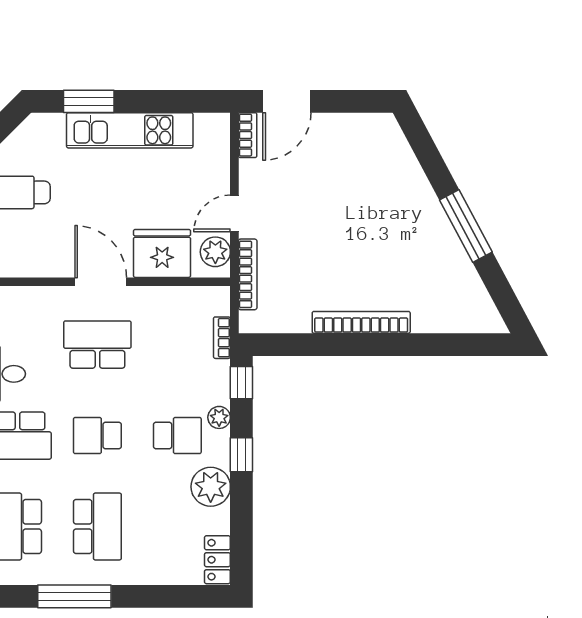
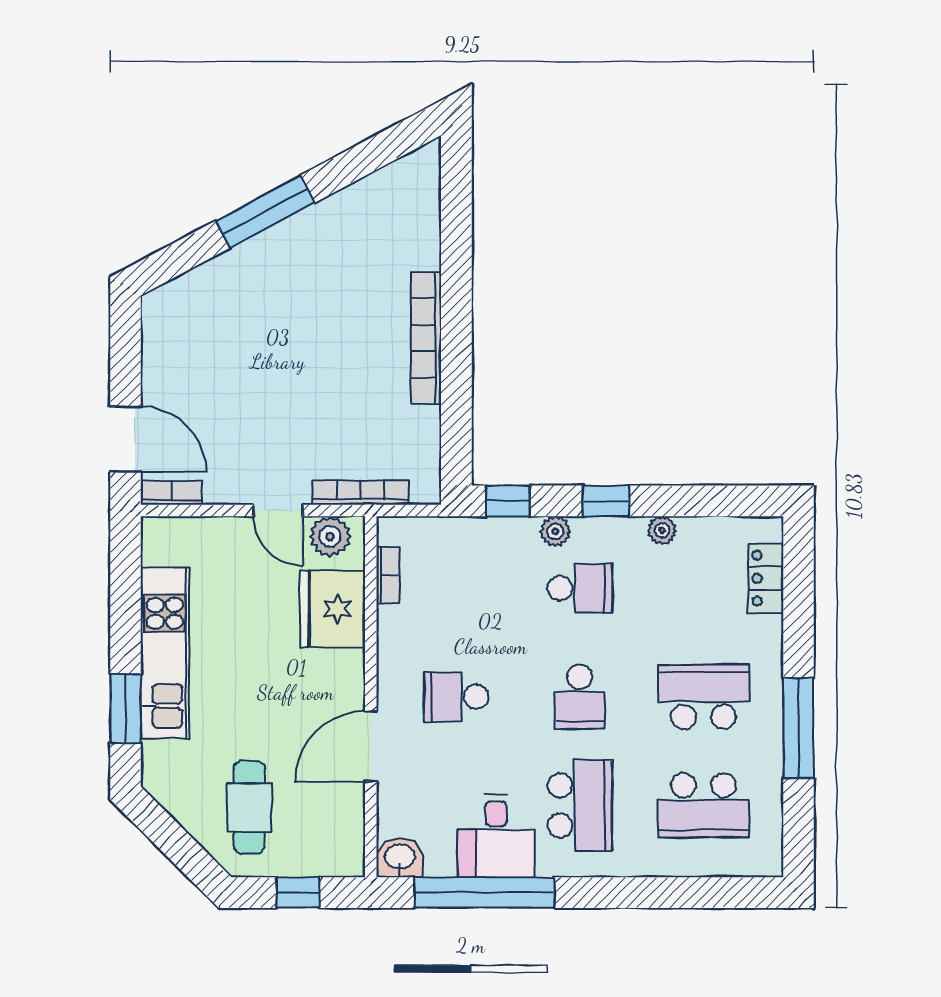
window: (466, 226) -> (265, 212), moved
door: (101, 282) -> (371, 746), moved
bookcase: (222, 338) -> (388, 575), moved, turned -90
school desk: (97, 345) -> (456, 697), width x0.54
school desk: (177, 436) -> (580, 588), turned 90
plant: (211, 487) -> (662, 530), width x0.53, depth x0.53
locker: (217, 560) -> (766, 578), moved, turned 90

